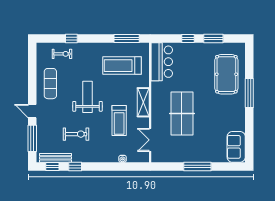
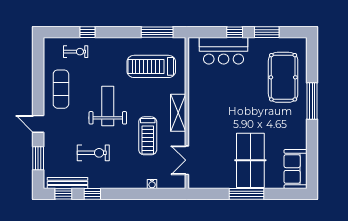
bar counter: (162, 62) -> (224, 51), moved, turned 90
table tennis table: (182, 114) -> (250, 160), moved
window: (32, 138) -> (38, 158), width x0.69

